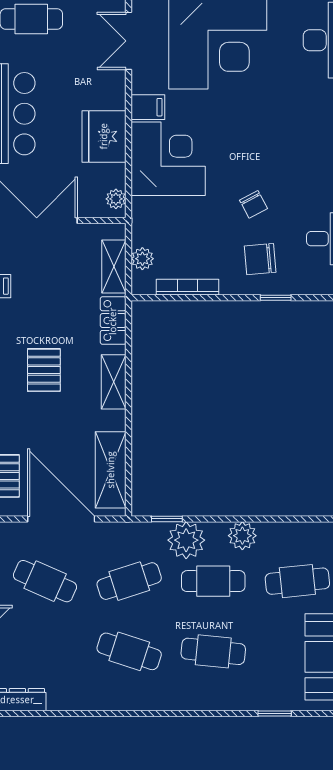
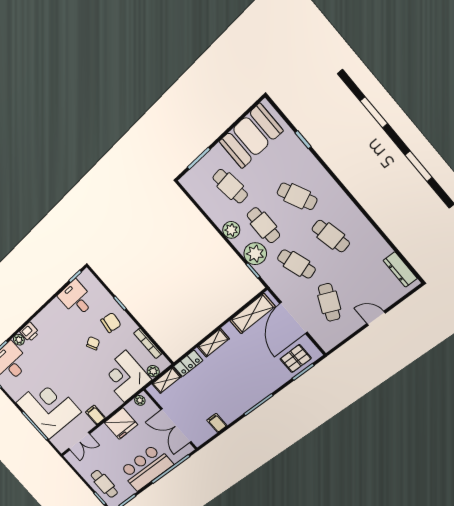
corner desk: (168, 159) -> (125, 376), moved
chair: (260, 259) -> (111, 323), turned -77
pallet: (44, 370) -> (234, 376), removed
cafe table: (129, 651) -> (331, 236), turned -30
cafe table: (213, 651) -> (297, 196), turned -30

